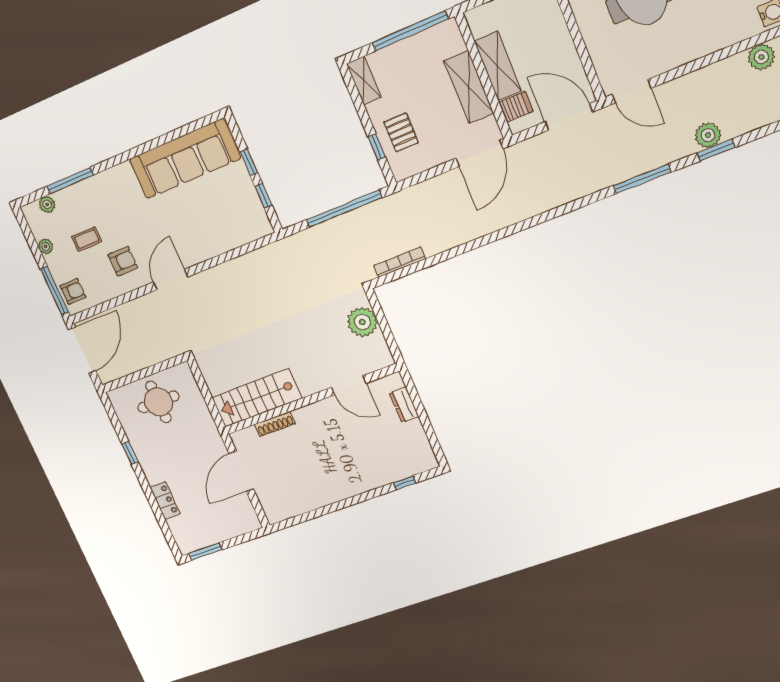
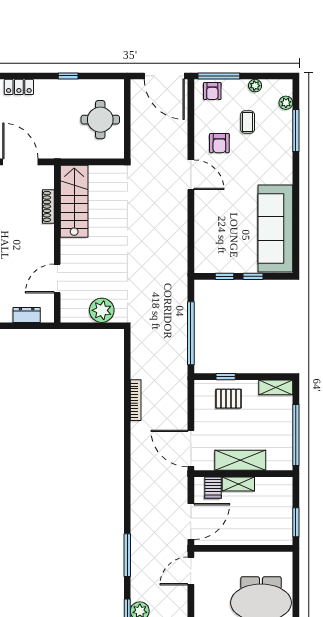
shelving: (498, 66) -> (238, 484), width x0.67, depth x0.75
bookcase: (400, 262) -> (136, 400), moved

